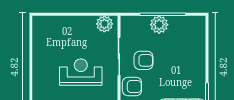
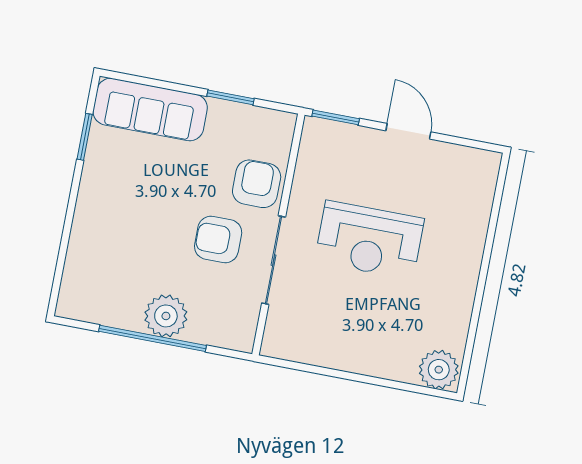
plant: (104, 24) -> (439, 370), moved
armchair: (132, 87) -> (257, 184), turned 90

